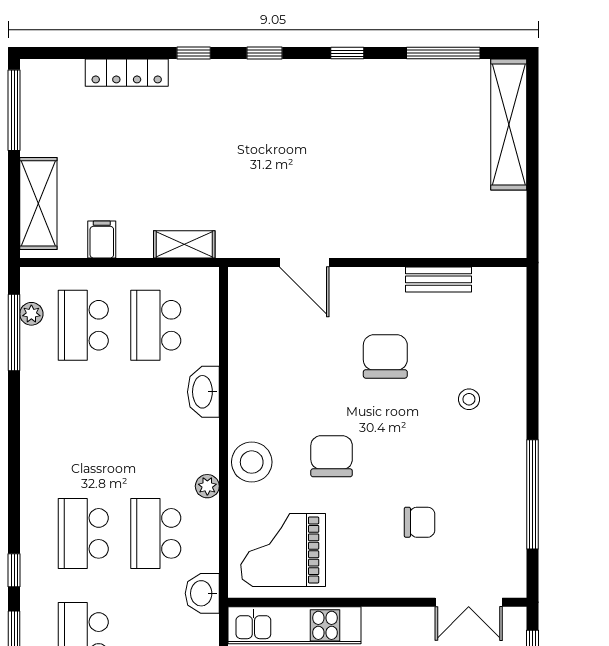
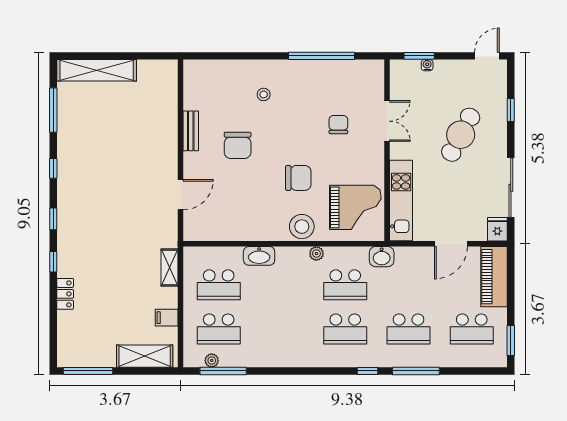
locker: (127, 73) -> (65, 294), width x0.66
bench: (439, 279) -> (191, 131), moved
chair: (385, 356) -> (238, 145), turned -90
chair: (332, 456) -> (298, 178), turned 180
grand piano: (283, 550) -> (355, 207), turned -90
double door: (469, 602) -> (387, 121), moved

